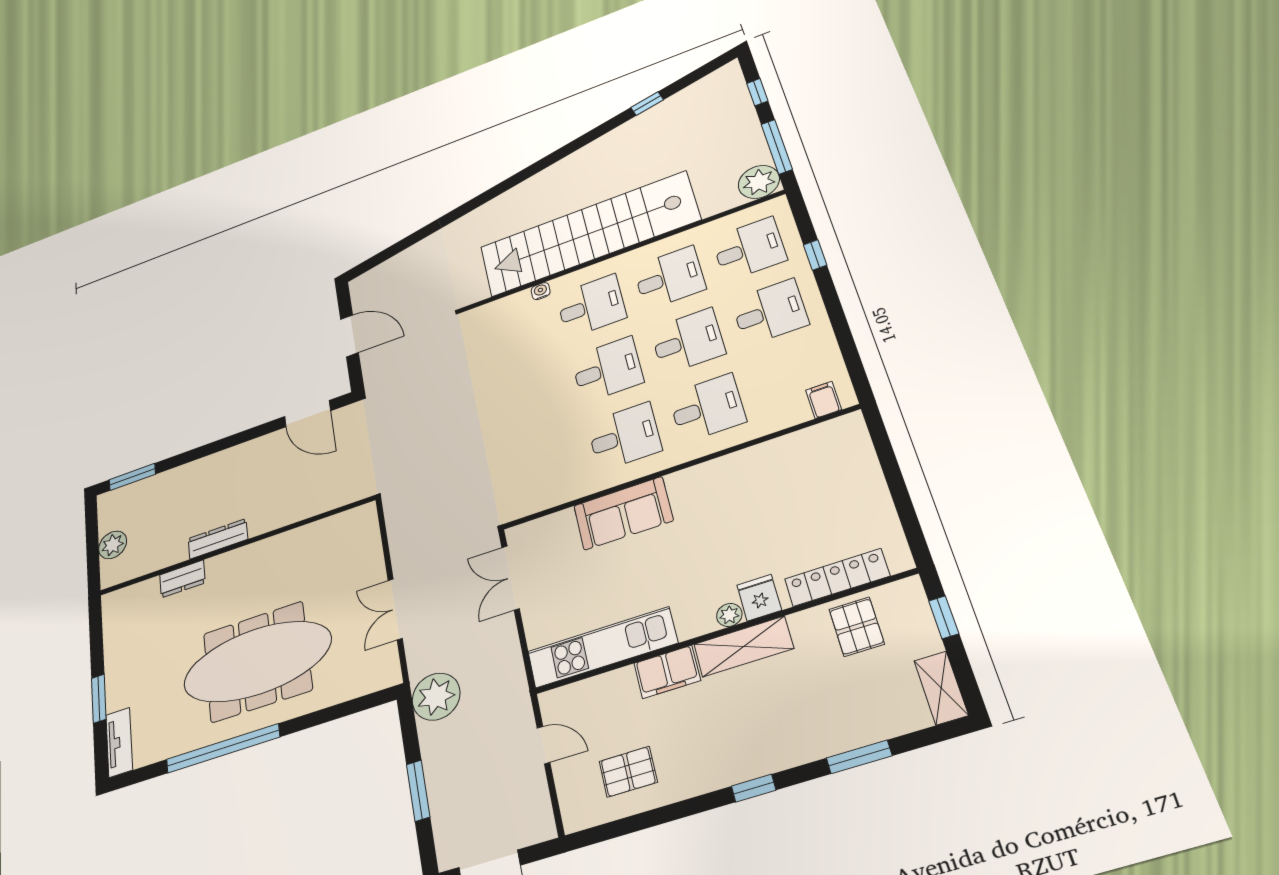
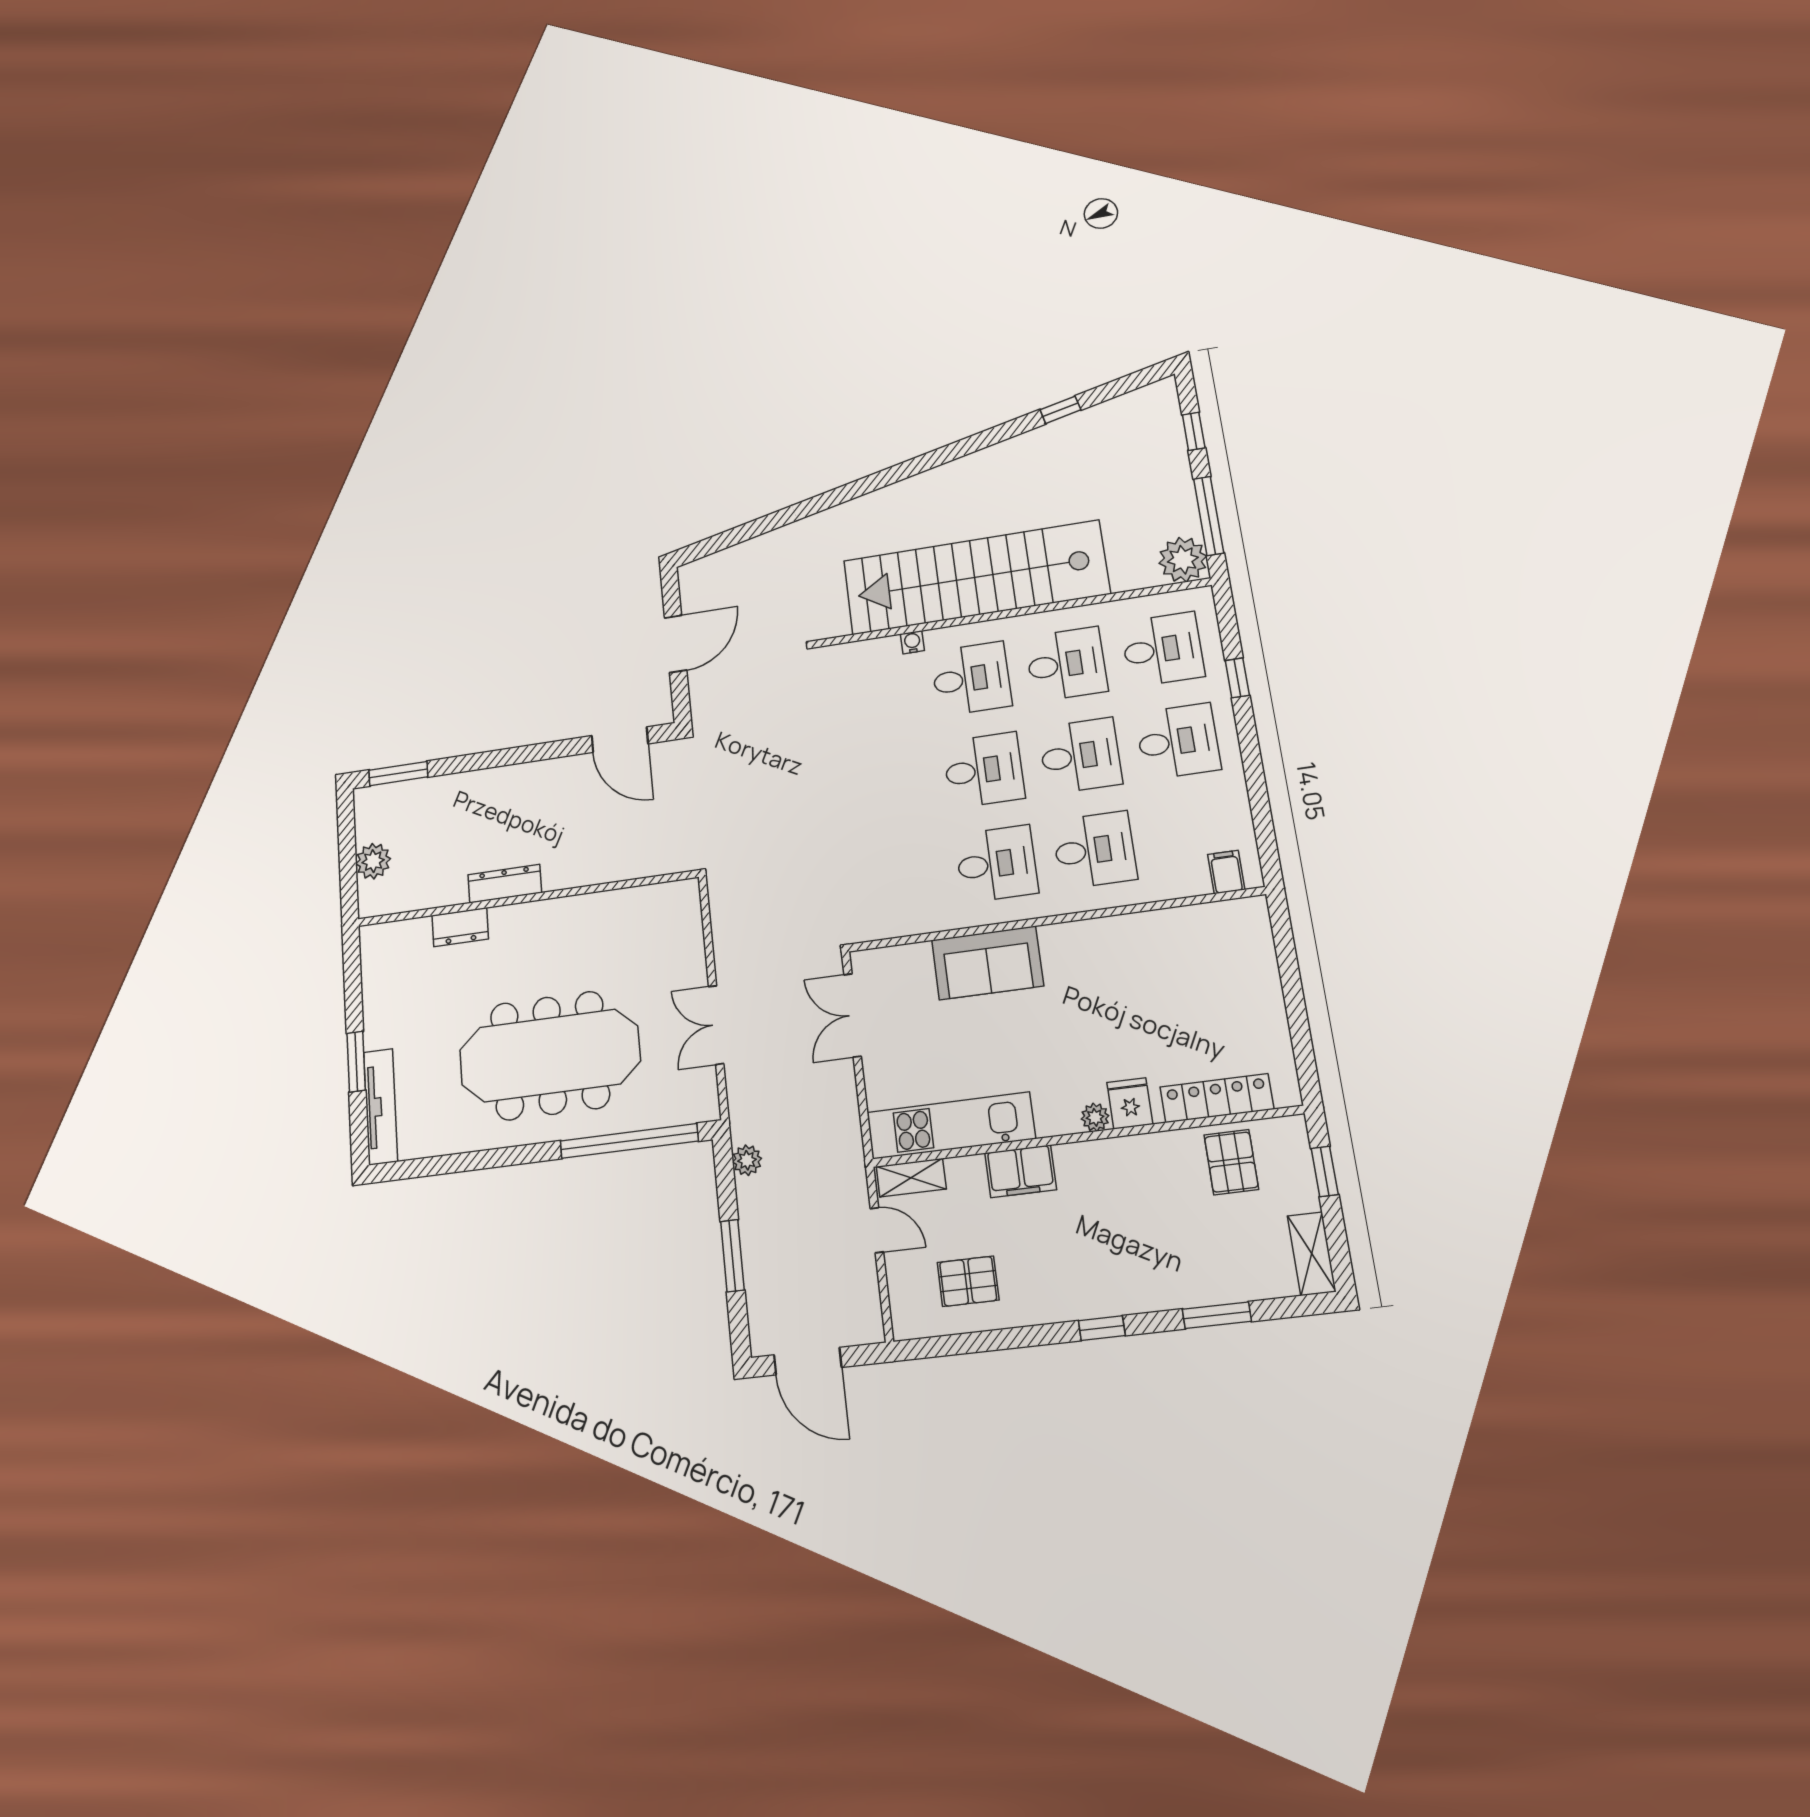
door: (350, 336) -> (676, 644), hinge flipped
shelving: (744, 646) -> (911, 1178), moved, width x0.67, depth x0.75
plant: (436, 697) -> (747, 1160), width x0.53, depth x0.53
tv unit: (119, 742) -> (381, 1107), width x1.41
window: (223, 748) -> (629, 1141), moved

